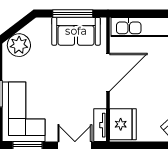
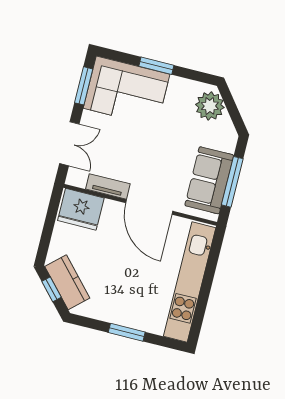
tv unit: (100, 125) -> (108, 186), moved

